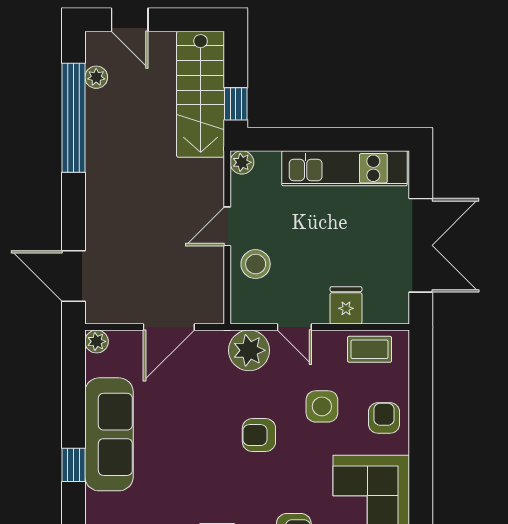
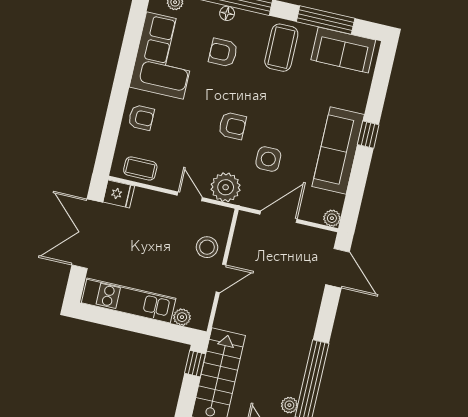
plant: (242, 162) -> (182, 317), moved
fridge: (346, 305) -> (119, 194), moved, turned -90
side table: (322, 406) -> (268, 159), moved
armchair: (384, 418) -> (141, 118), turned -90

